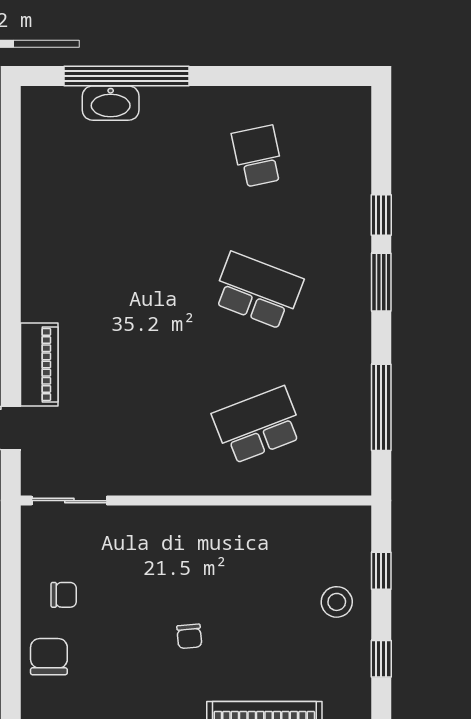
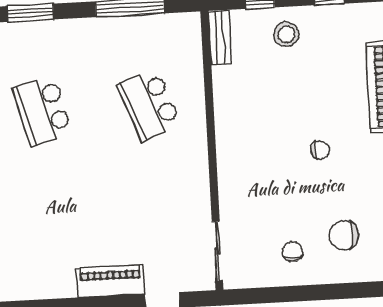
school desk: (258, 291) -> (43, 111), turned -36
bench: (337, 518) -> (220, 38), added
chair: (49, 657) -> (344, 235), moved

